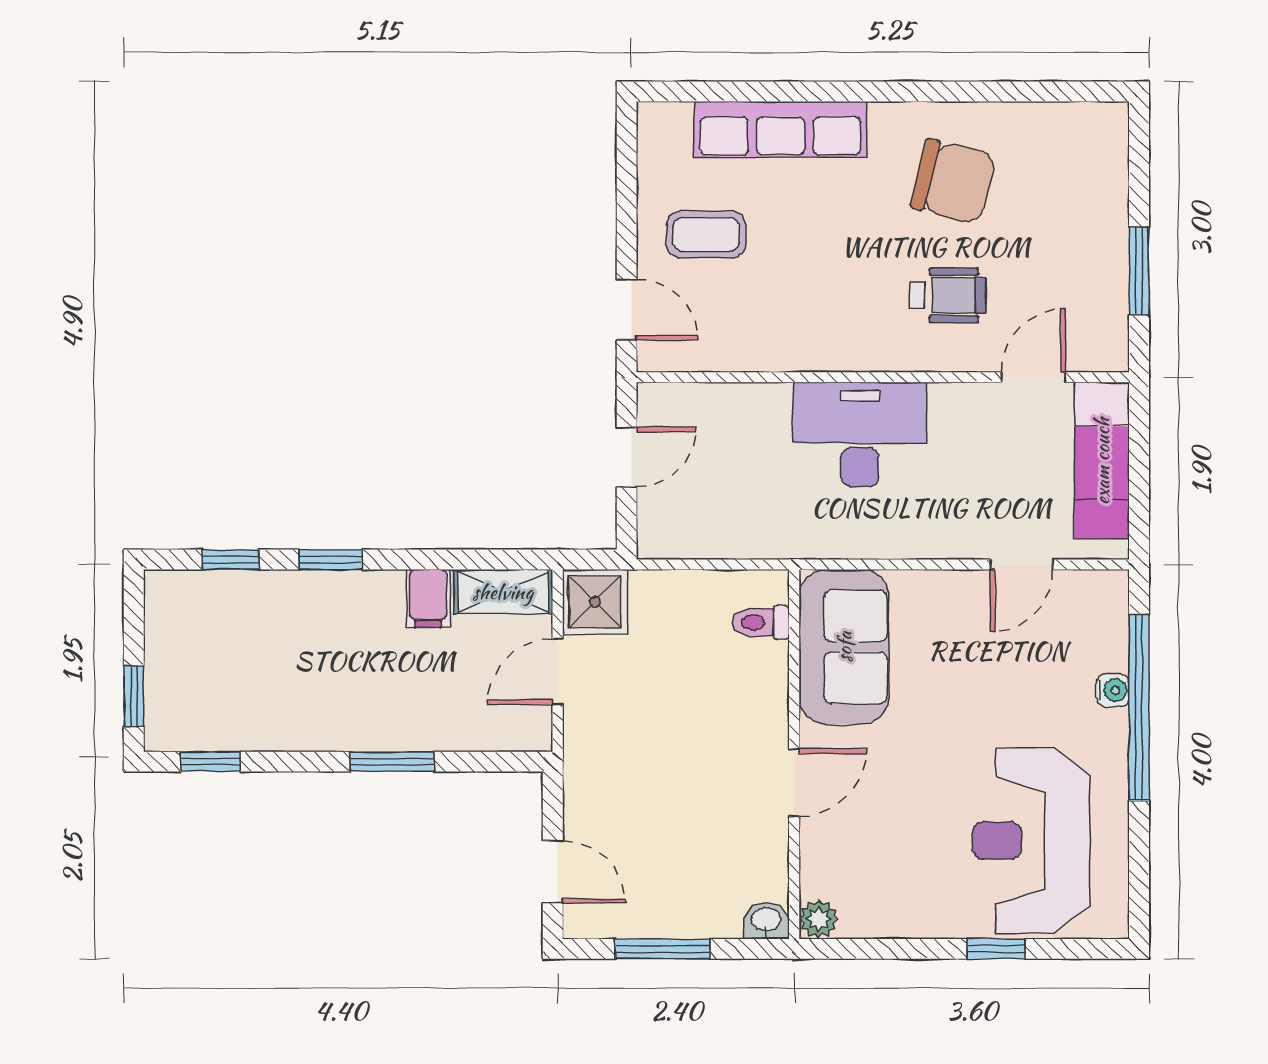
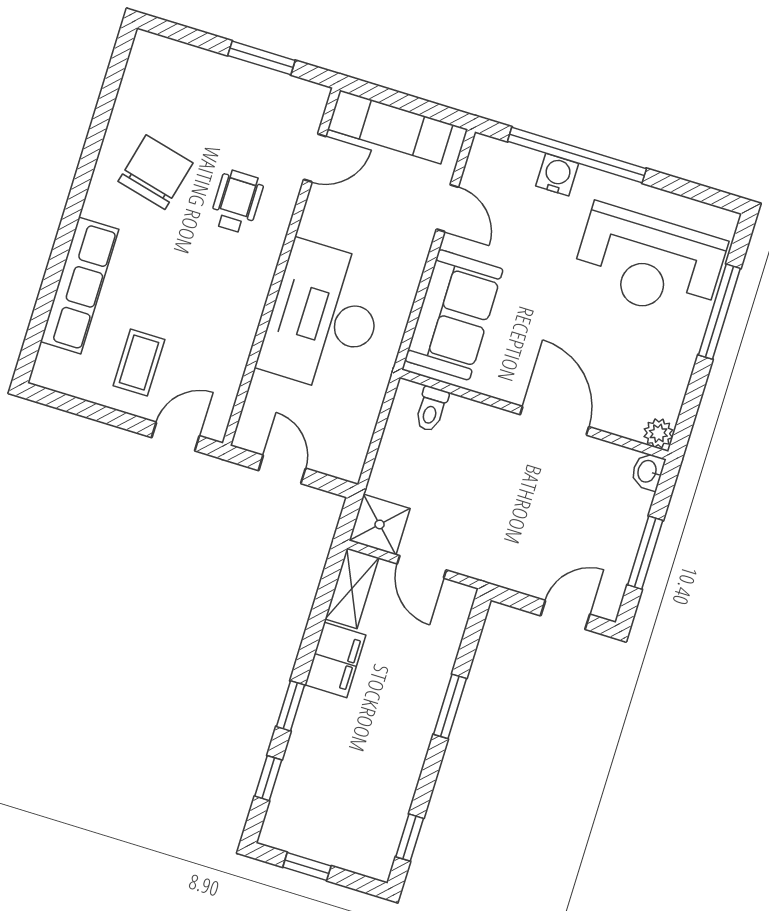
door: (1033, 377) -> (315, 158), swing flipped
desk: (860, 435) -> (324, 317), width x1.36, depth x1.30
filing cabinet: (428, 599) -> (335, 660), width x2.00
sofa: (844, 647) -> (454, 315), moved, turned 90
water cooler: (1113, 690) -> (557, 175), width x1.38, depth x1.38
window: (134, 696) -> (307, 867), moved
door: (794, 783) -> (554, 421), width x1.38
window: (996, 949) -> (719, 312), width x2.17

